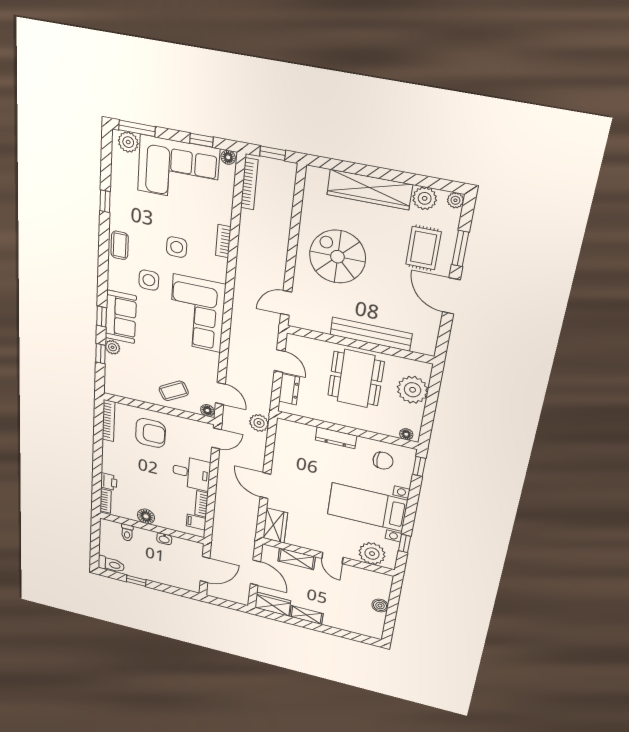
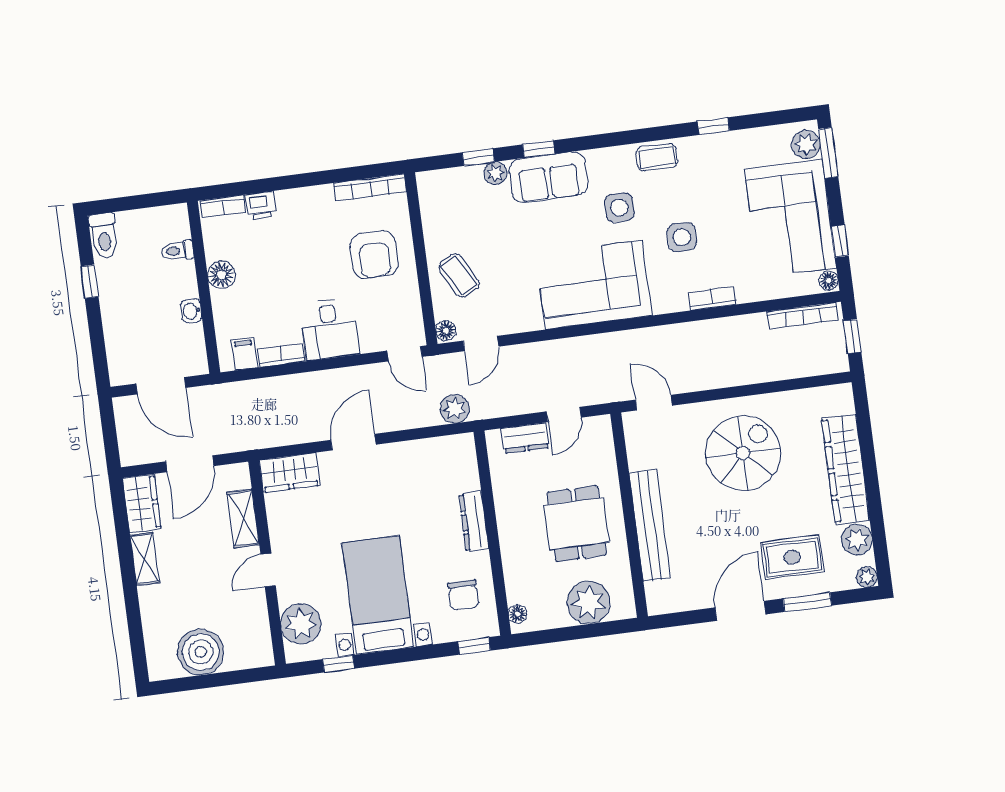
dining table: (356, 379) -> (577, 524), width x0.73
boiler: (380, 606) -> (201, 652), width x1.86, depth x1.86

